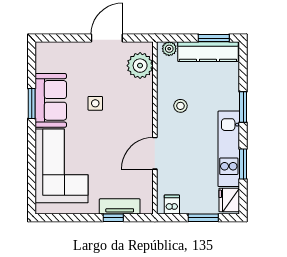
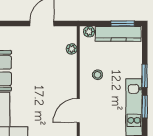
plant: (140, 66) -> (72, 49), width x0.53, depth x0.53
side table: (95, 103) -> (33, 73), removed
window: (243, 164) -> (145, 107), moved

